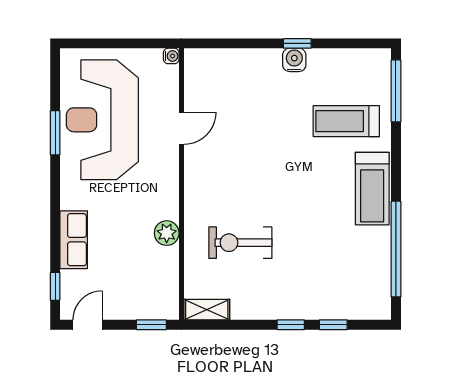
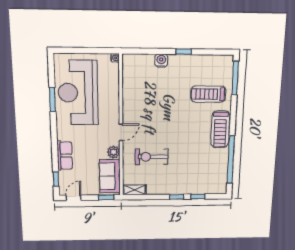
water cooler: (294, 60) -> (161, 61), moved
door: (181, 128) -> (121, 132), moved
sofa: (159, 281) -> (110, 176), added

